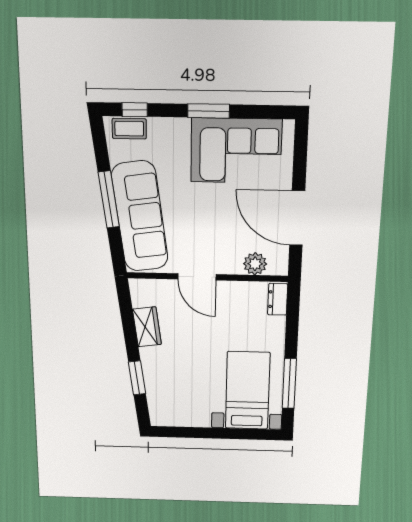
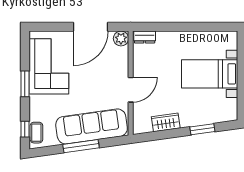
plant: (255, 264) -> (121, 38), moved
window: (289, 384) -> (204, 27), removed
bed with nightstands: (248, 391) -> (210, 74), moved

